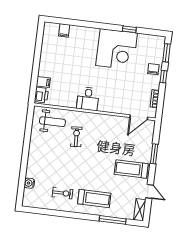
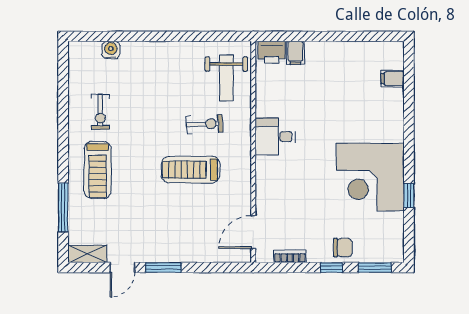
door: (139, 117) -> (253, 232), hinge flipped
window: (154, 154) -> (163, 268), moved
treadmill: (131, 169) -> (191, 170), moved, turned -90

